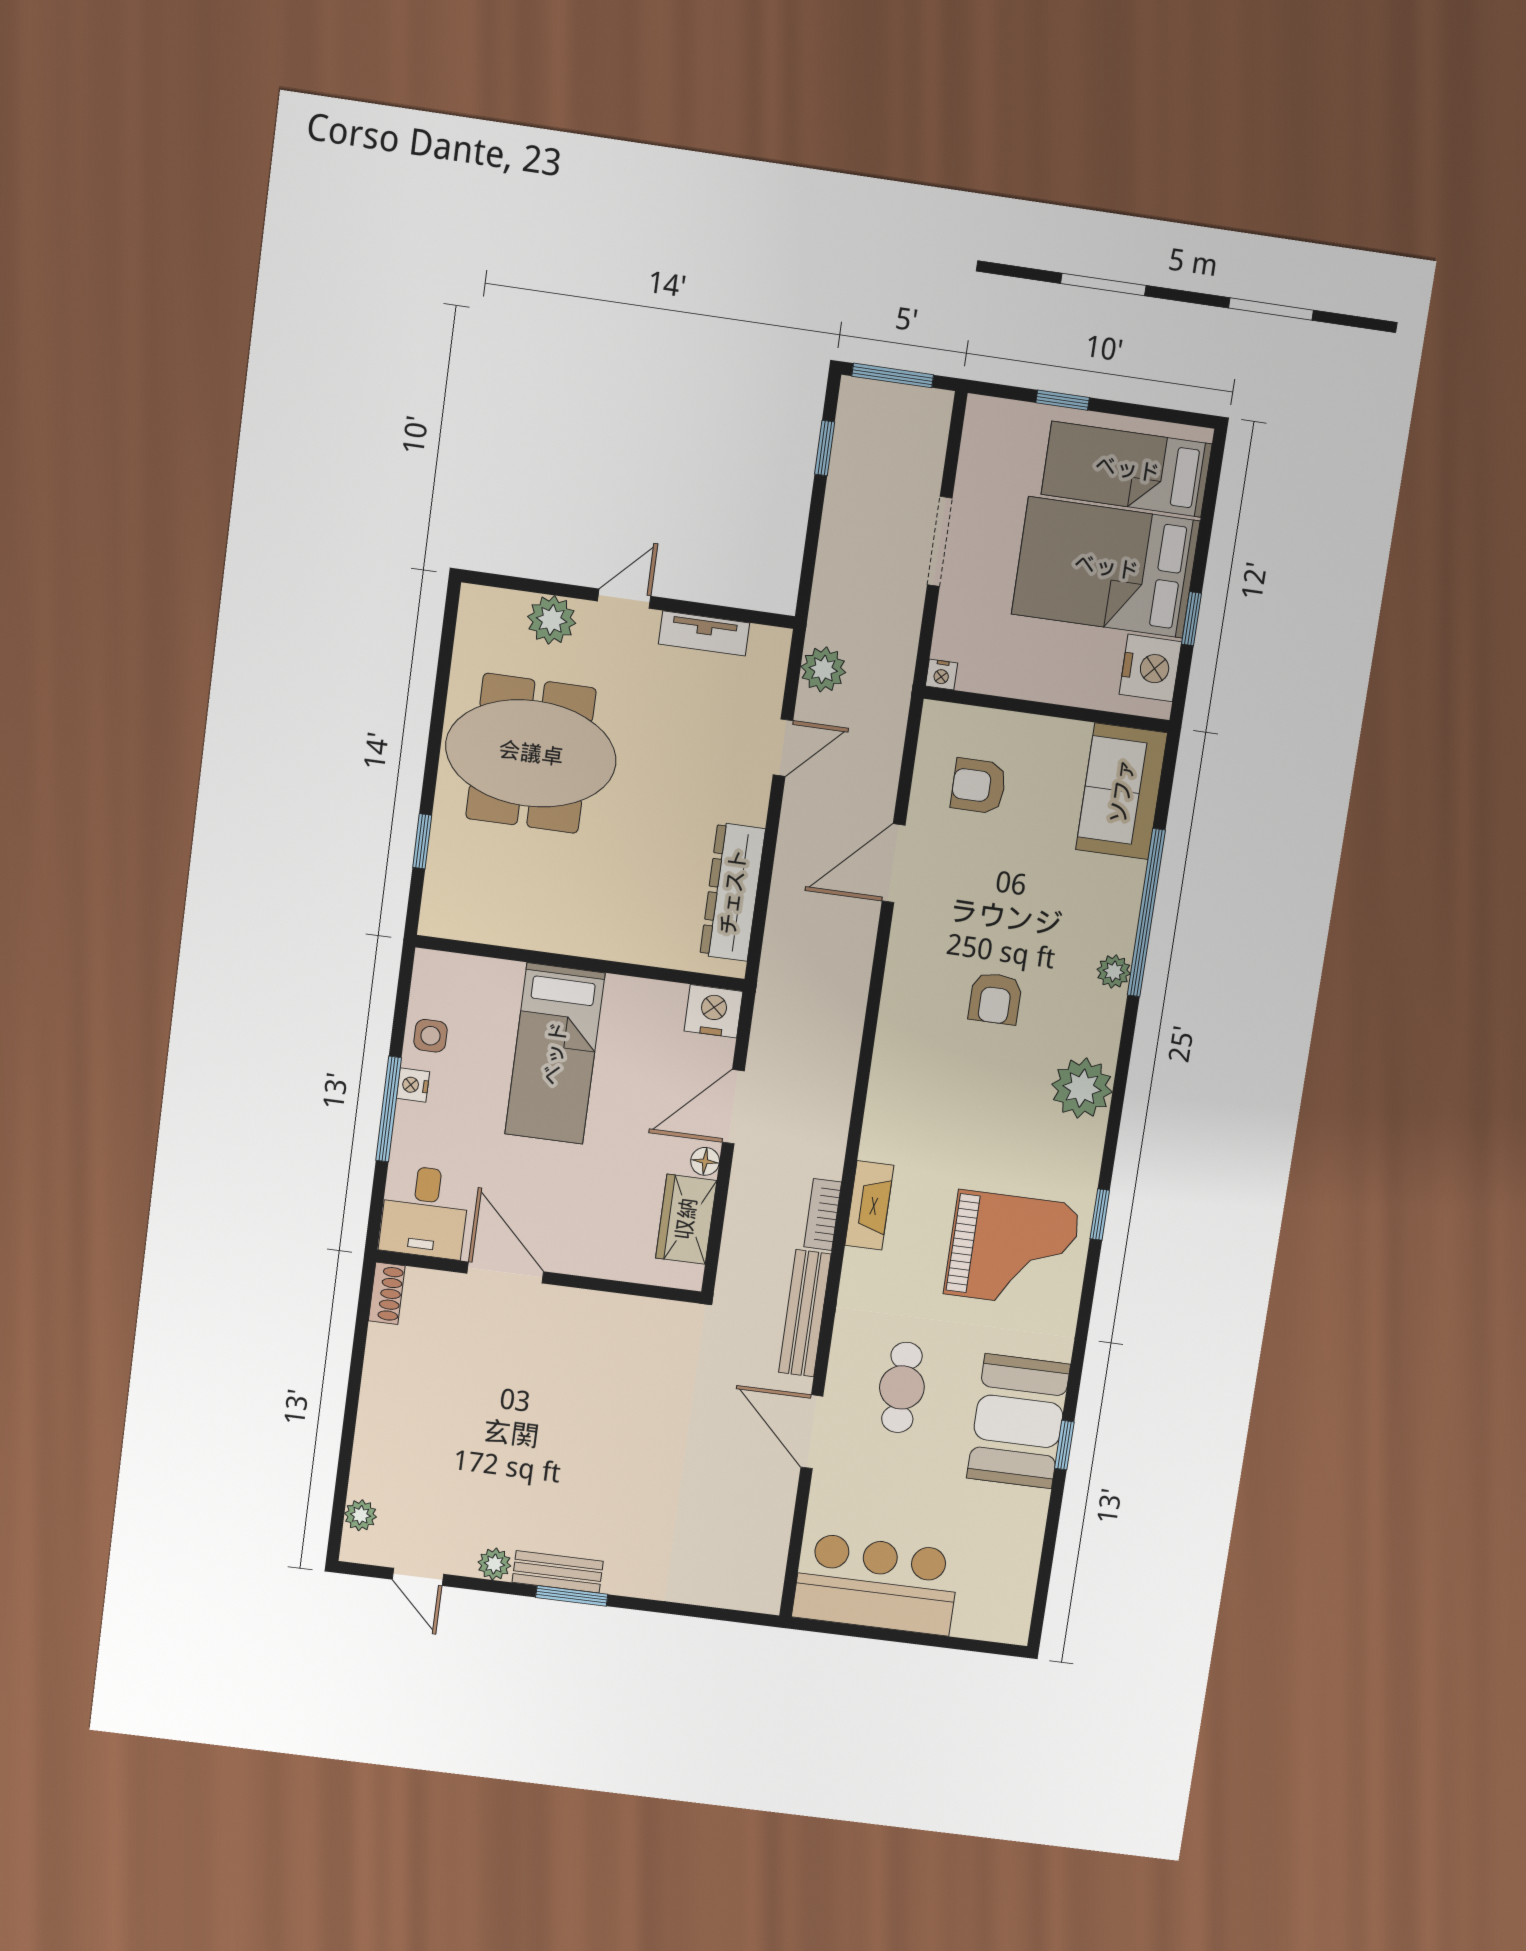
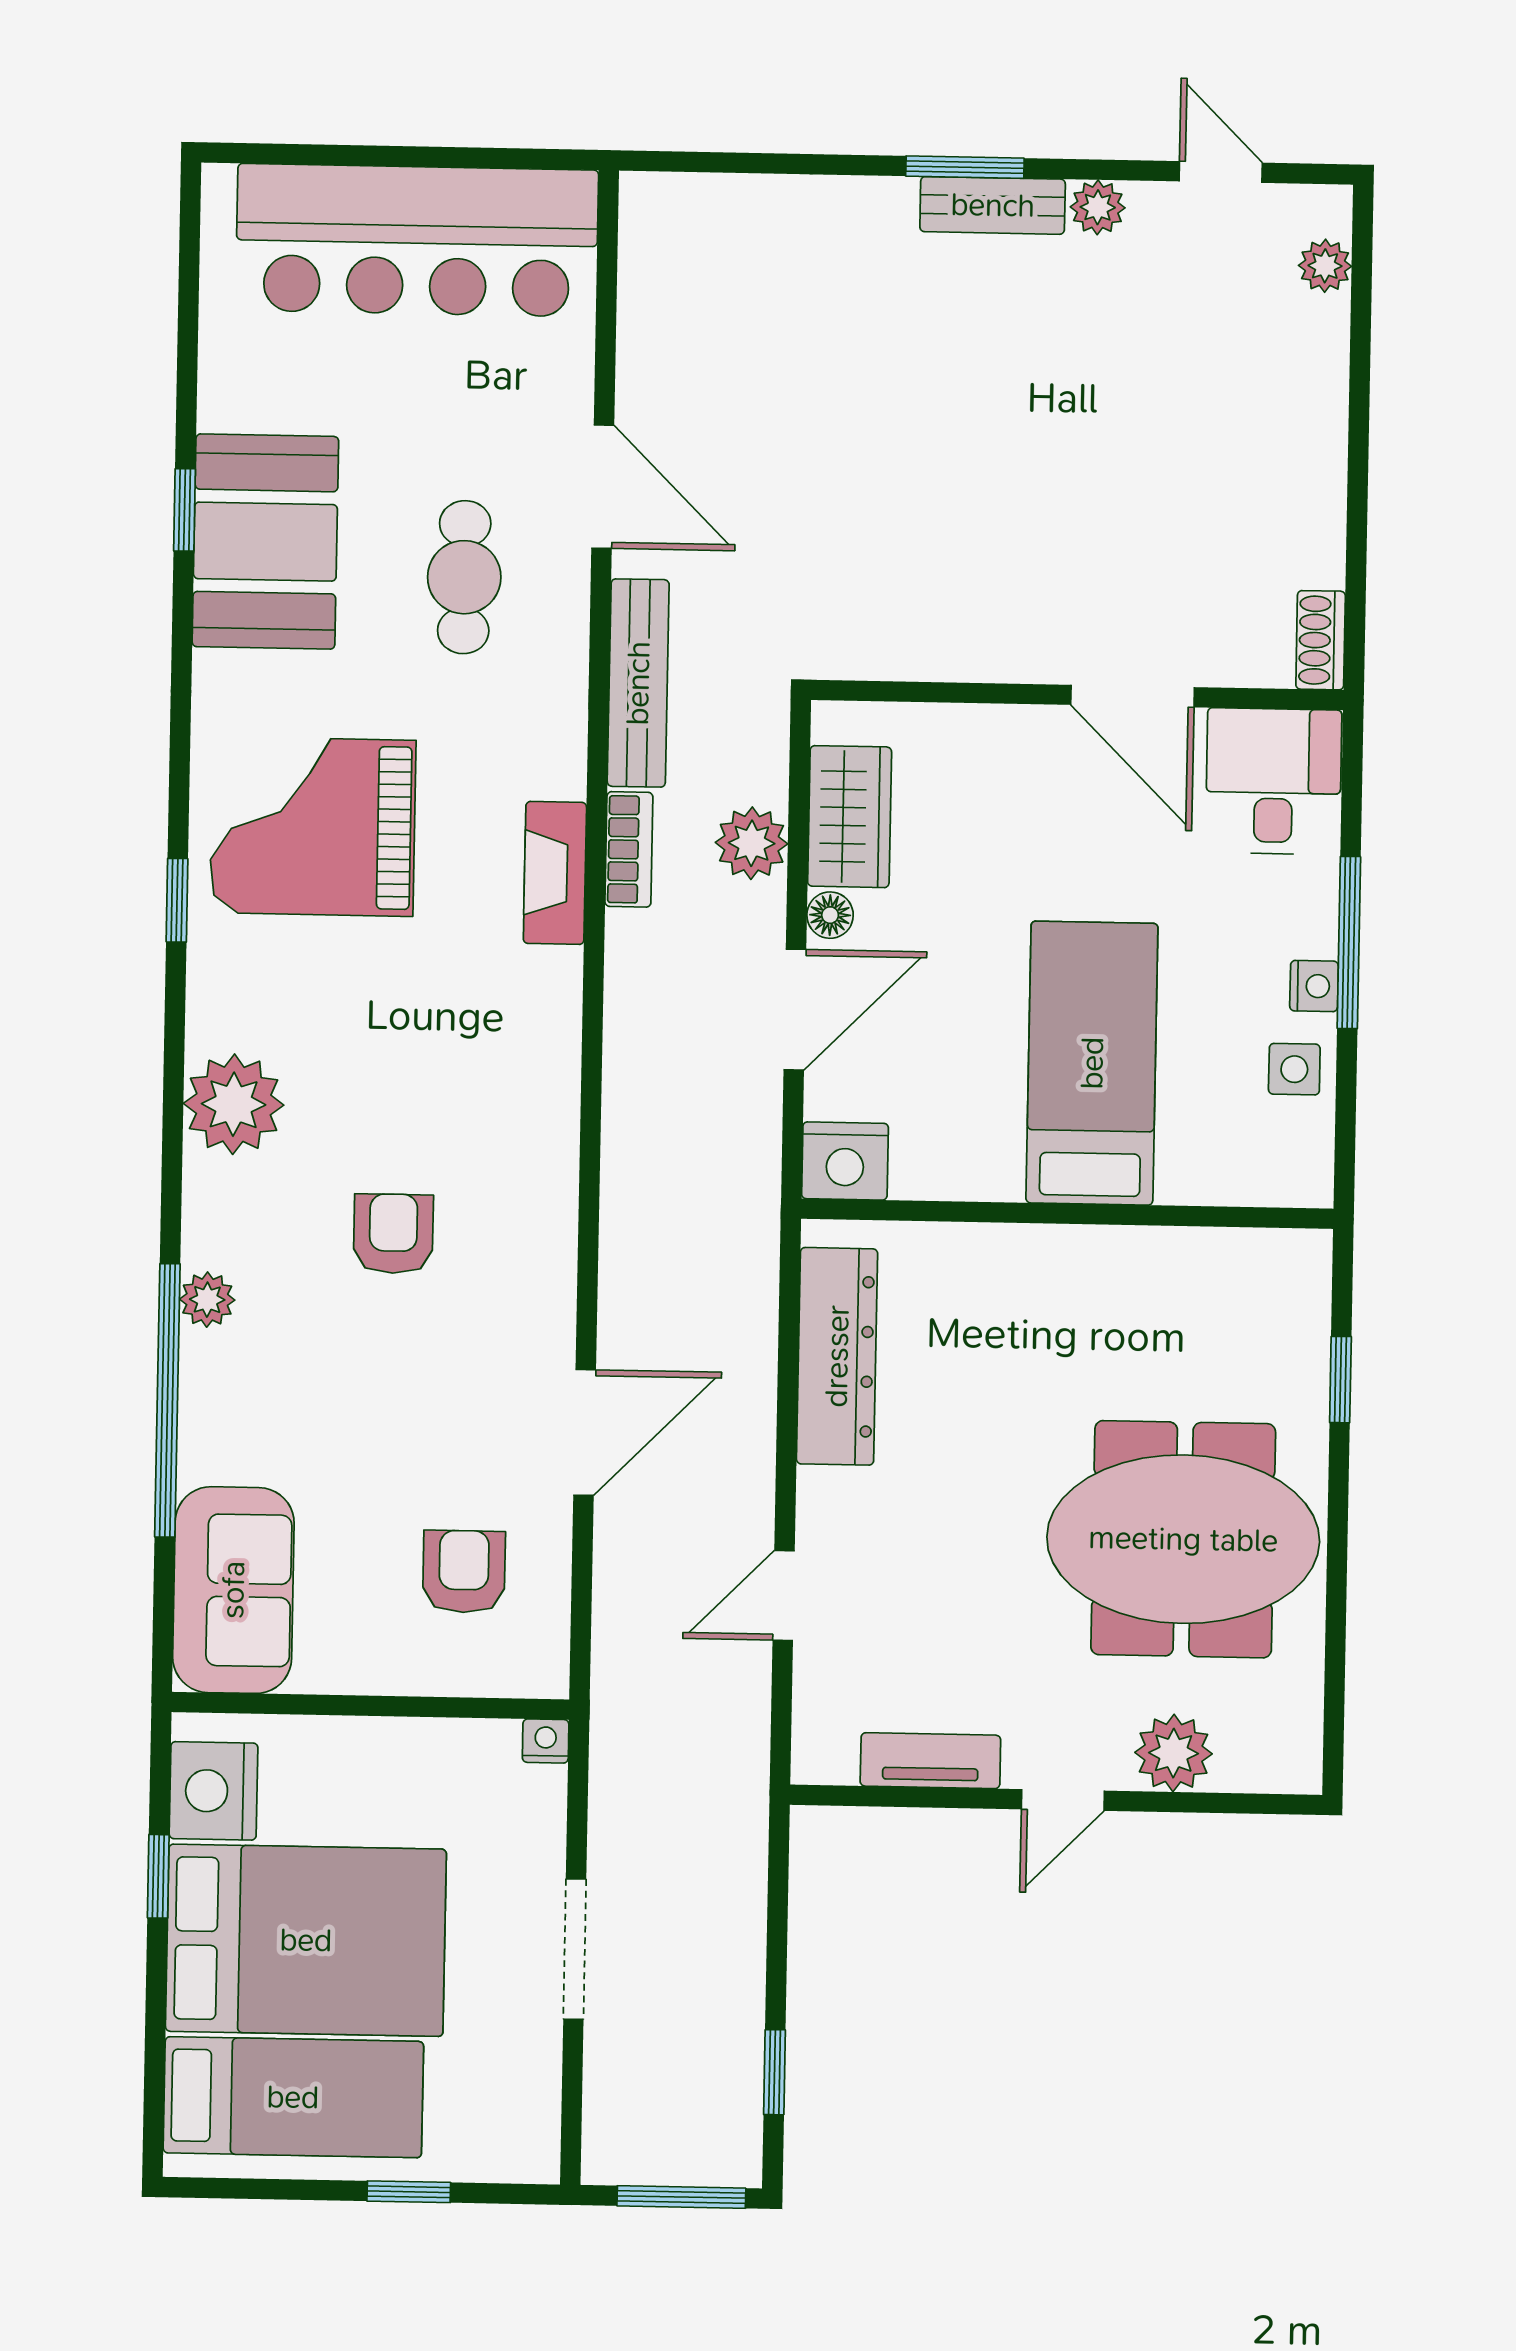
plant: (823, 669) -> (752, 843), moved
armchair: (979, 786) -> (464, 1572), turned -90
bar counter: (876, 1584) -> (417, 240), width x1.36

